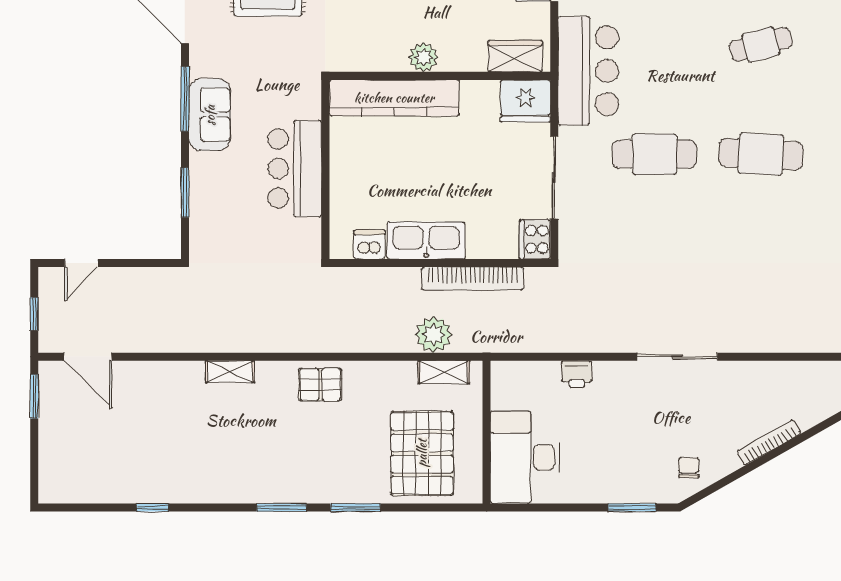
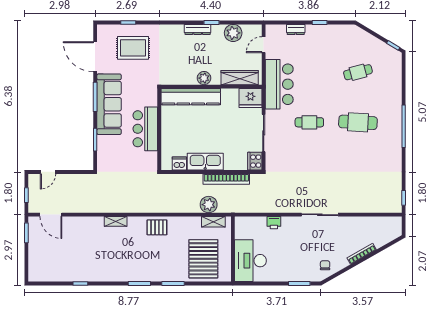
wardrobe: (515, 56) -> (240, 78), width x1.50
sofa: (210, 115) -> (109, 104), width x1.85, depth x1.27
cafe table: (654, 154) -> (309, 122), width x0.73, depth x0.74

